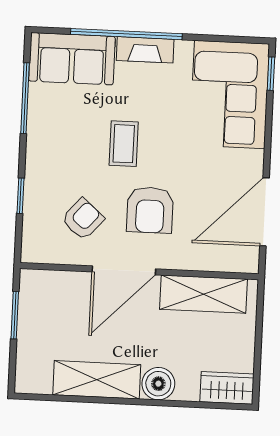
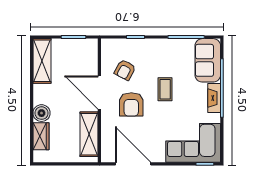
coffee table: (124, 144) -> (165, 89), turned 90
armchair: (150, 210) -> (131, 104), turned -90
armchair: (83, 219) -> (125, 70), turned 77
shelving: (97, 380) -> (42, 61), moved
wardrobe: (227, 388) -> (41, 136), moved

